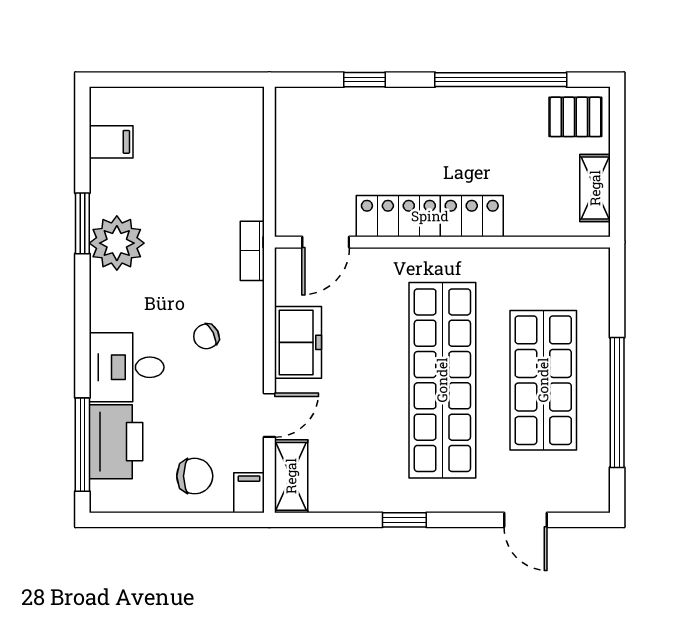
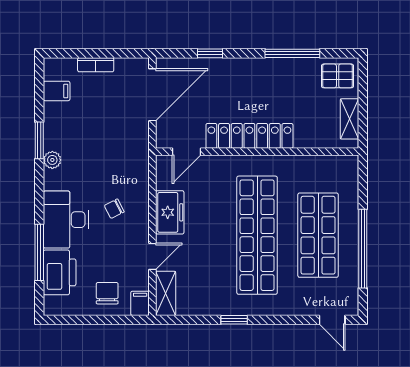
window: (501, 80) -> (292, 53), width x0.68
door: (269, 148) -> (152, 95), added
plant: (117, 243) -> (52, 160), width x0.53, depth x0.53
bookcase: (252, 251) -> (96, 65), moved, turned -90
desk: (127, 367) -> (66, 220), width x1.37
window: (82, 445) -> (39, 252), moved
chair: (195, 476) -> (107, 293), turned -90
door: (526, 520) -> (332, 320), moved

